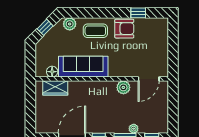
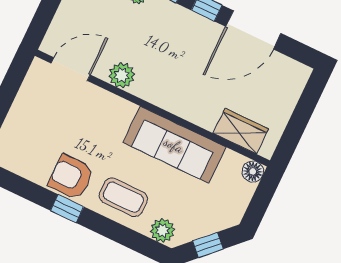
window: (138, 13) -> (67, 209), moved
floor lamp: (52, 72) -> (253, 172), moved

